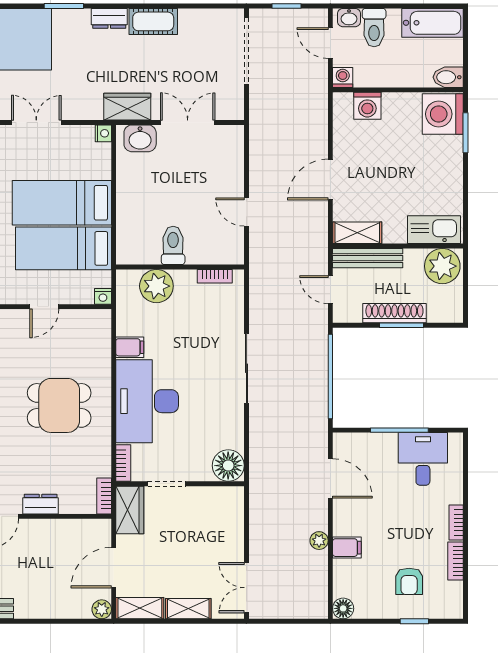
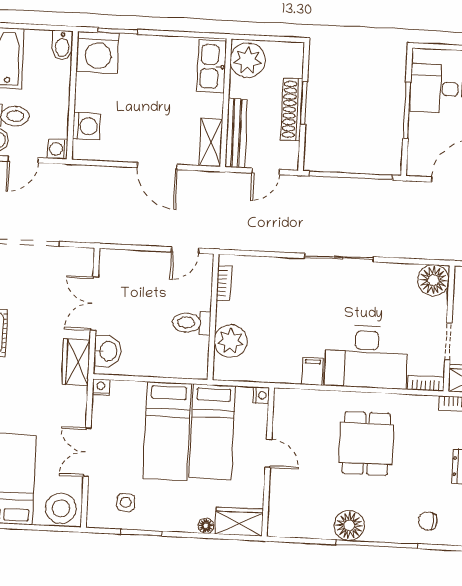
toilet: (173, 245) -> (191, 323), moved
wall: (180, 267) -> (213, 317), moved
bookcase: (215, 276) -> (224, 283), moved
plant: (156, 286) -> (231, 341), moved

